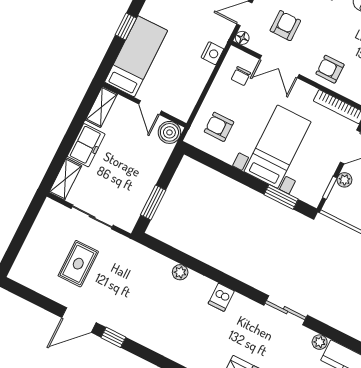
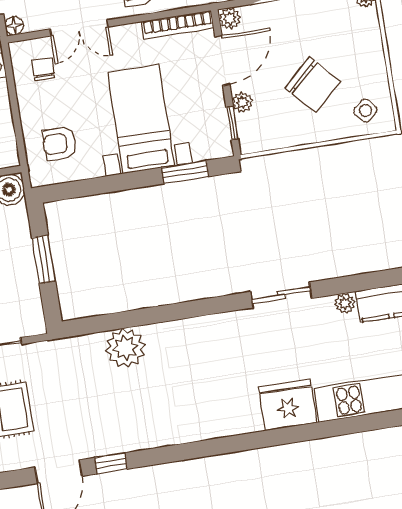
chair: (241, 76) -> (43, 69), turned 180
window: (153, 203) -> (44, 259), moved
plant: (180, 272) -> (125, 348), width x1.87, depth x1.87
dishwasher: (221, 297) -> (199, 332), removed

